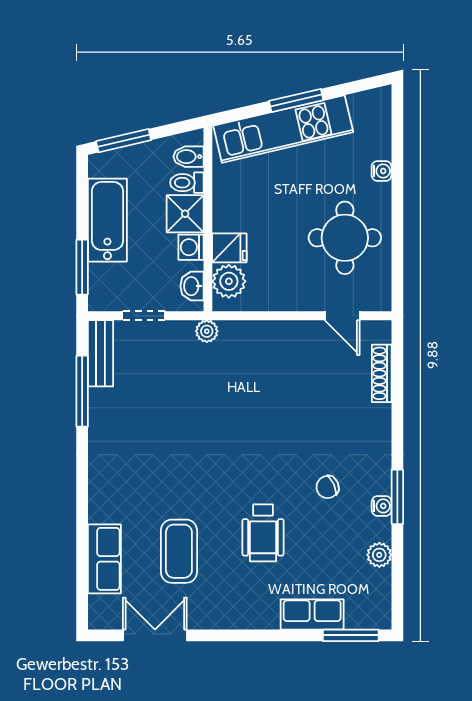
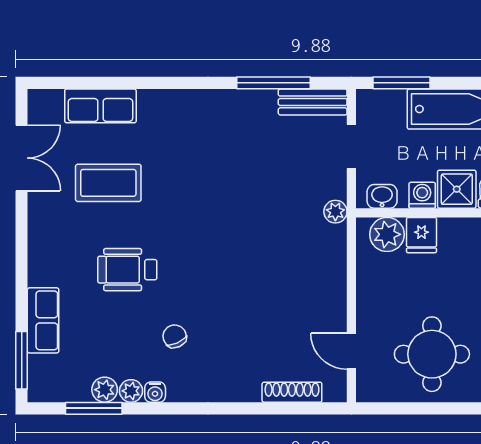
door: (342, 316) -> (351, 351), hinge flipped
window: (397, 497) -> (94, 408), moved
plant: (380, 529) -> (131, 391), added

